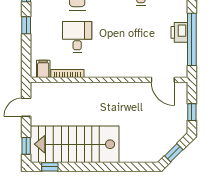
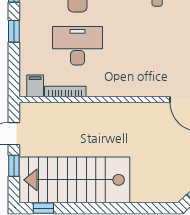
desk: (77, 37) -> (78, 46), width x1.37
window: (26, 146) -> (14, 166), moved

